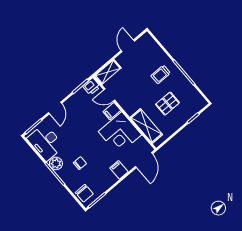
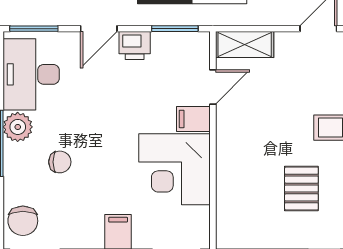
printer: (92, 86) -> (135, 45), moved
door: (109, 95) -> (213, 87), swing flipped
pallet: (167, 104) -> (301, 189), turned 90
shelving: (146, 126) -> (231, 196), removed

